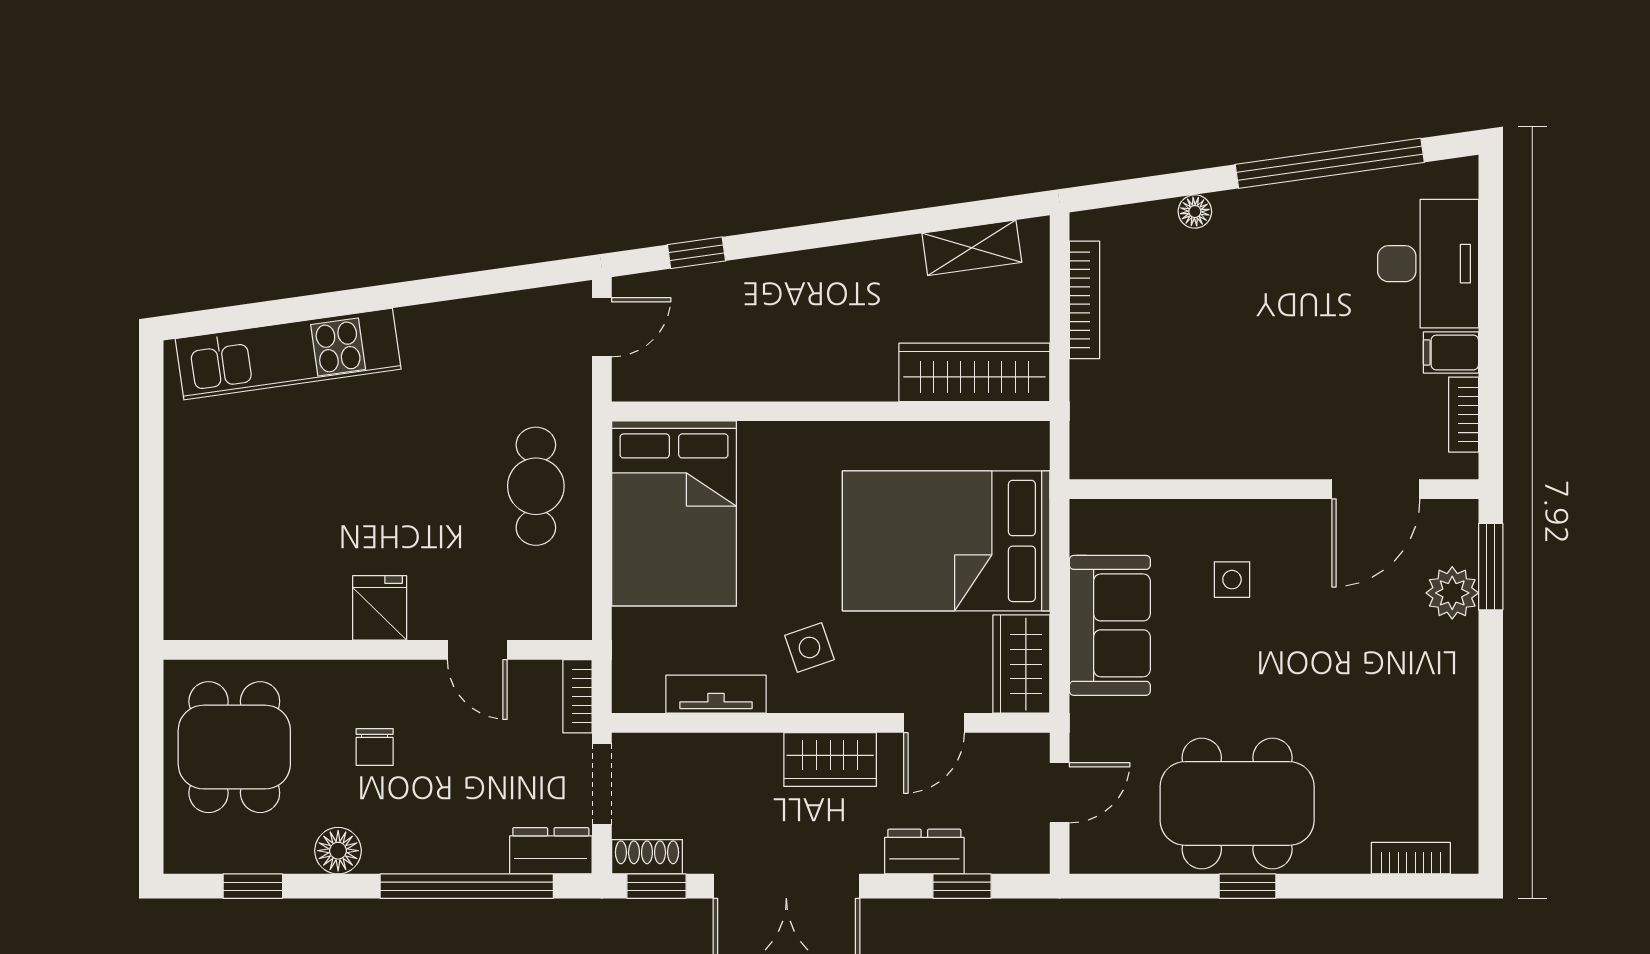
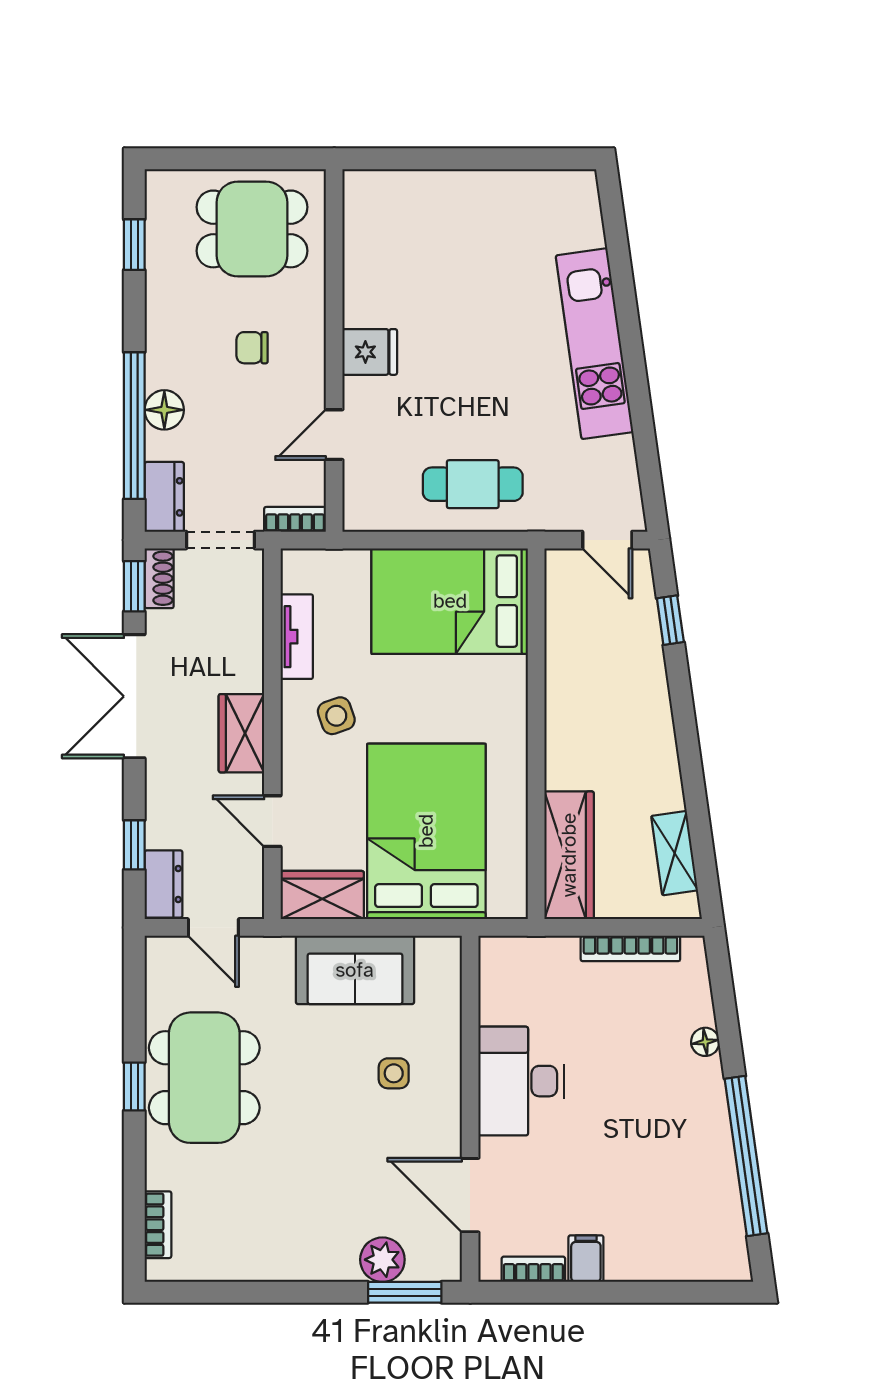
desk: (1428, 264) -> (521, 1081), moved, turned 90
kitchen unit: (288, 354) -> (594, 344), moved
floor lamp: (338, 851) -> (164, 410), moved
dresser: (924, 852) -> (164, 884), moved

